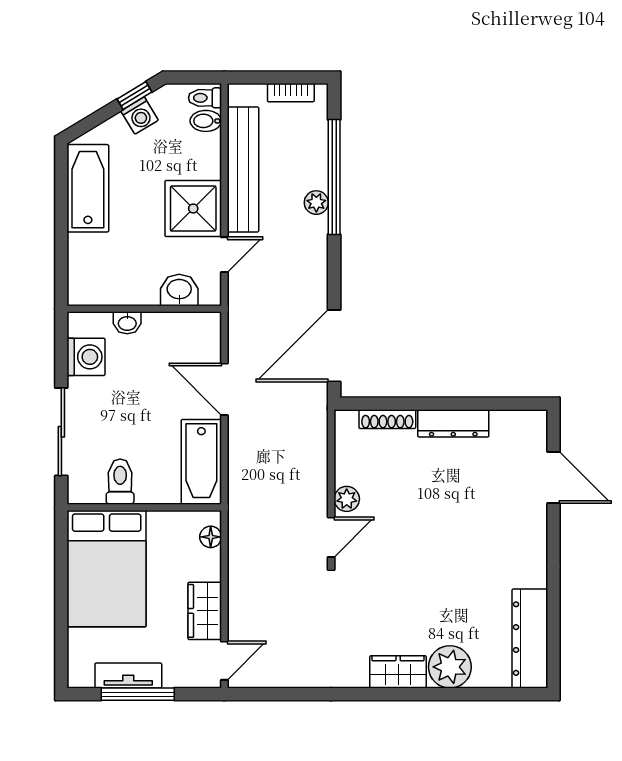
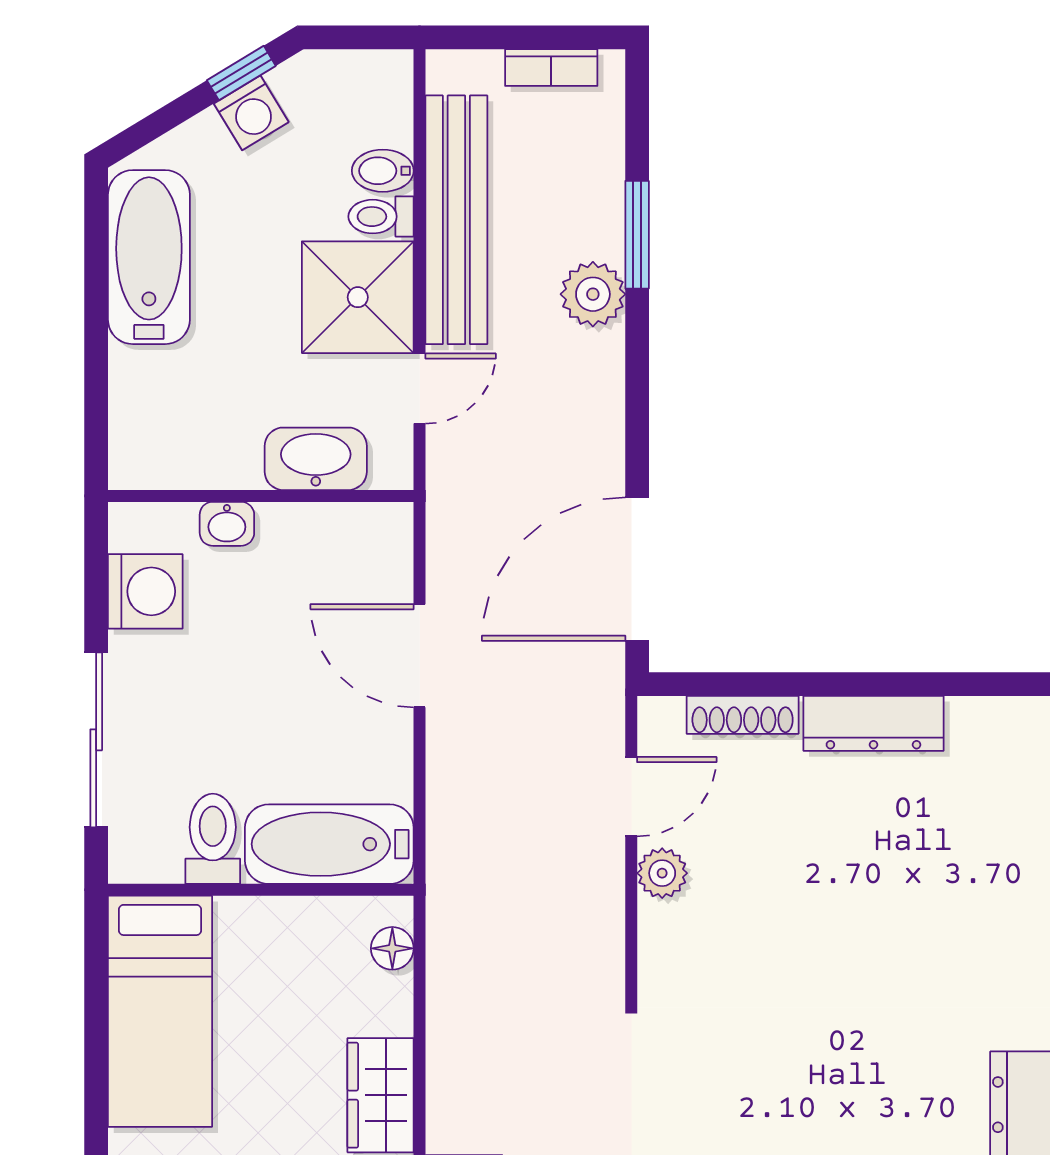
toilet: (205, 98) -> (381, 217), moved
bidet: (206, 121) -> (383, 171), moved
window: (334, 177) -> (637, 235), width x0.47
plant: (316, 203) -> (593, 294), width x1.38, depth x1.38
washbasin: (179, 290) -> (316, 459), width x1.38
bathtub: (201, 462) -> (329, 844), moved, turned 90
door: (331, 537) -> (631, 797), moved
bed: (107, 569) -> (160, 1011), width x0.67

